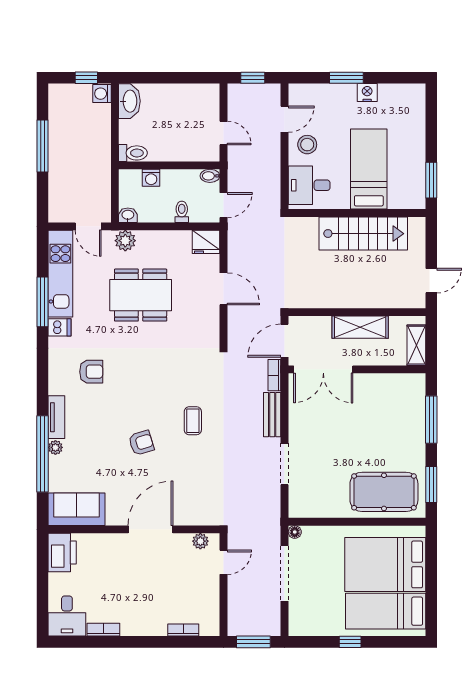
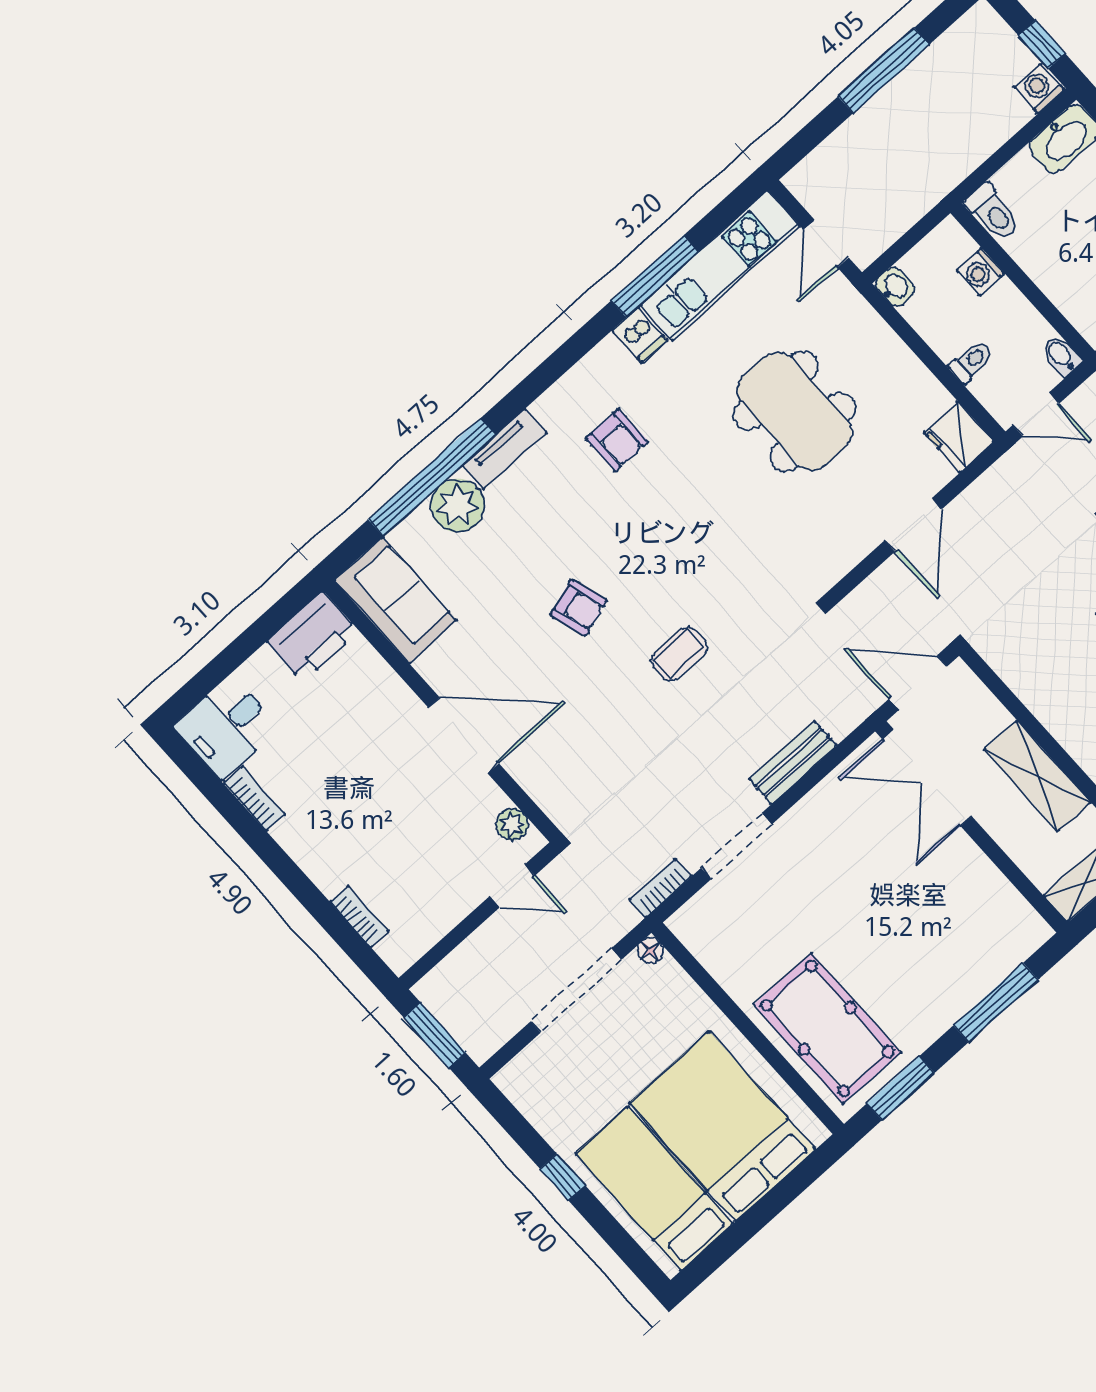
plant: (125, 241) -> (854, 317), removed
bookcase: (274, 375) -> (660, 888), moved
plant: (55, 447) -> (457, 505), width x1.88, depth x1.88

